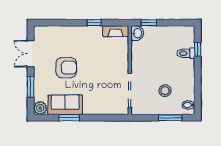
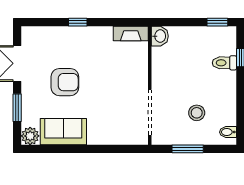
window: (94, 23) -> (78, 22), moved
window: (149, 23) -> (217, 22), moved
window: (69, 118) -> (68, 149), removed
window: (170, 118) -> (188, 149), moved

